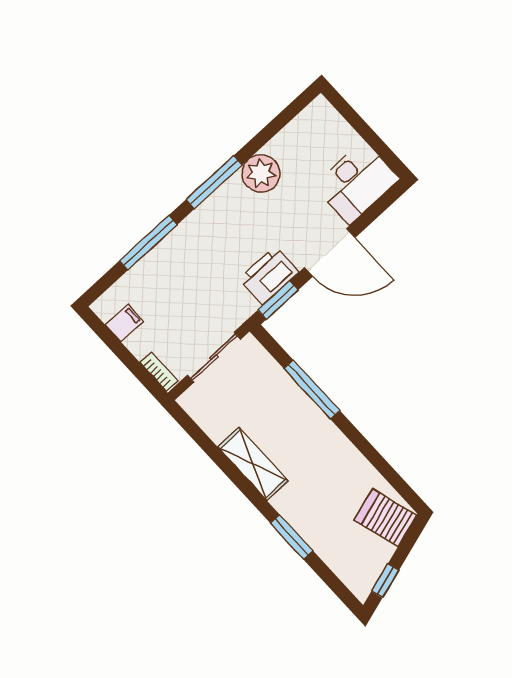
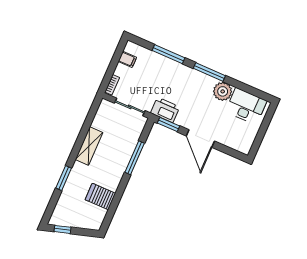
desk: (357, 182) -> (246, 106), moved, turned 180
printer: (269, 275) -> (165, 110), moved
server rack: (385, 518) -> (100, 197), moved, turned -73

